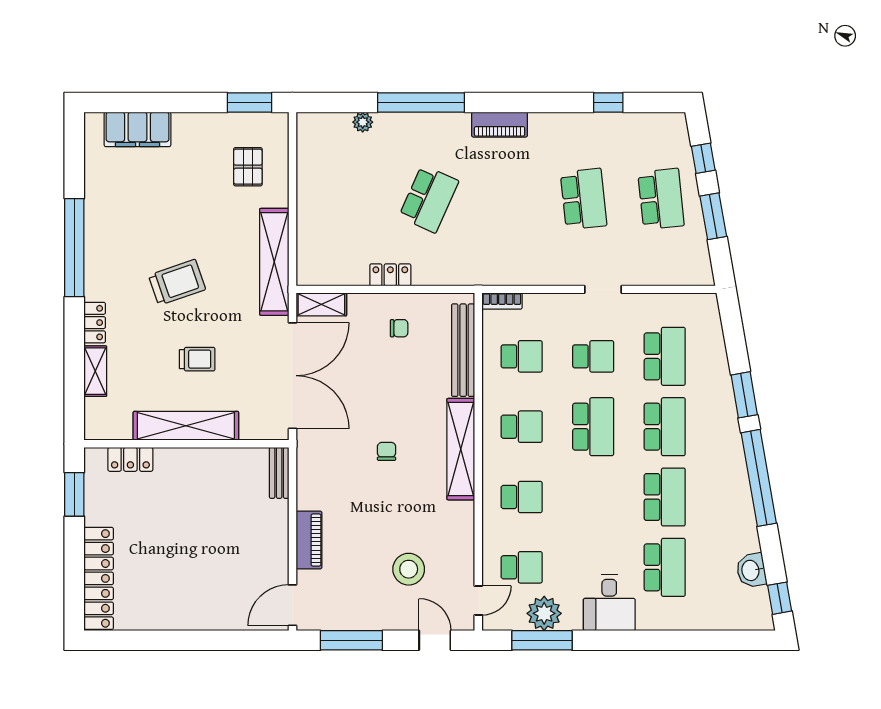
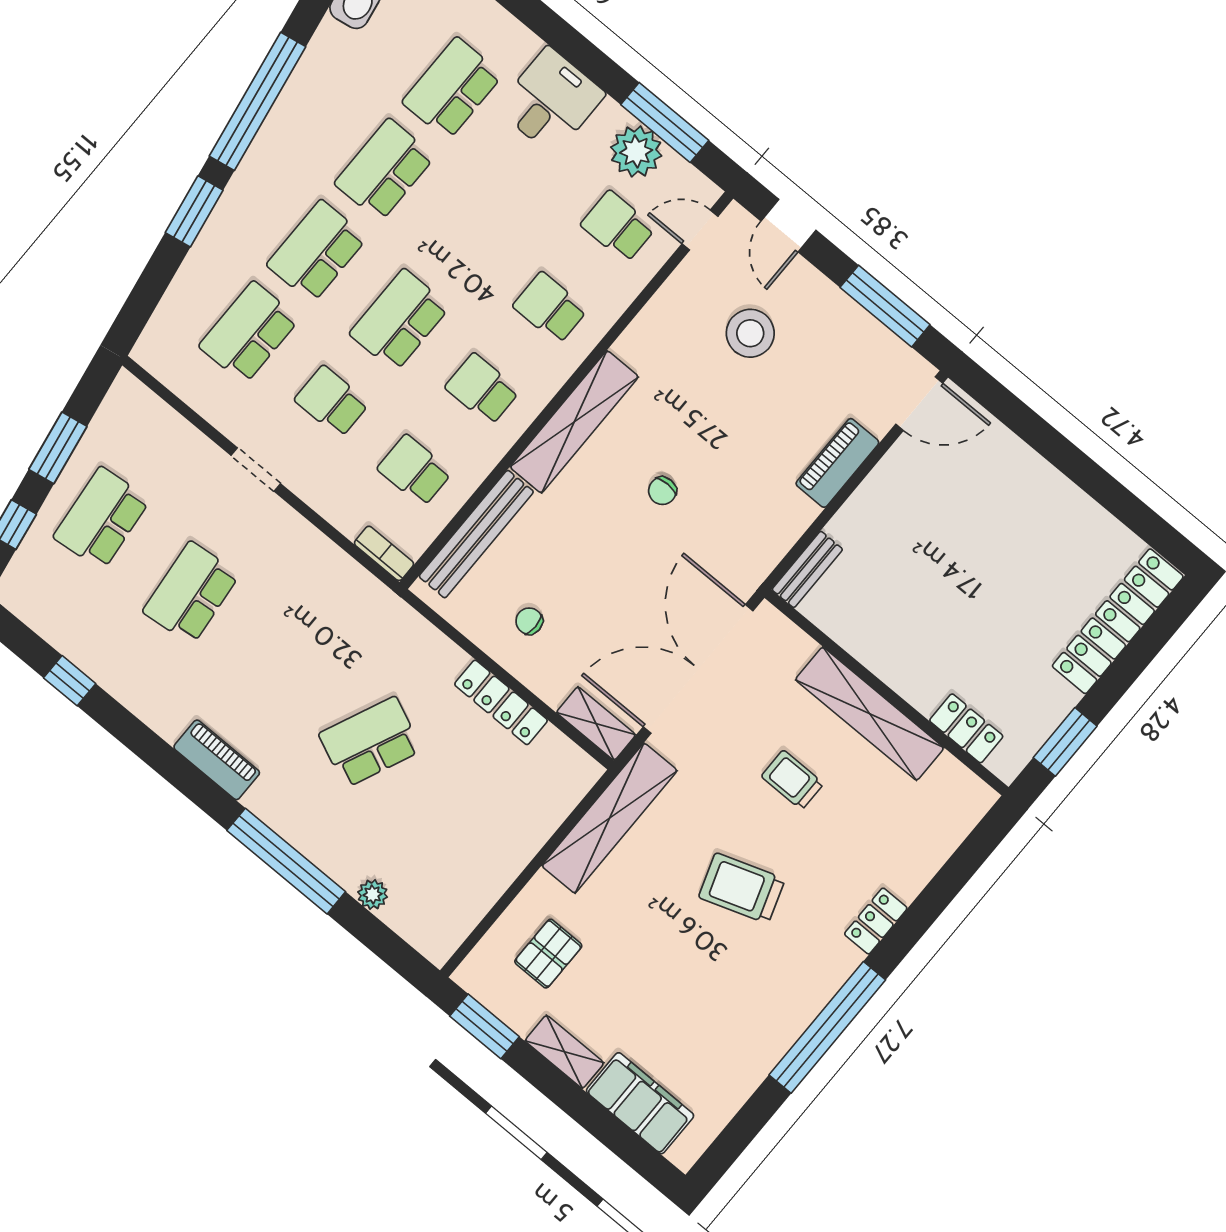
locker: (390, 275) -> (501, 702), width x1.53
shelving: (95, 371) -> (564, 1052), moved, turned 90

